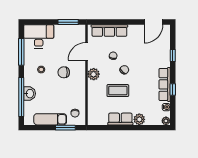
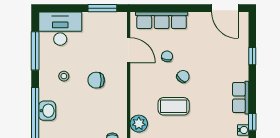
door: (153, 22) -> (225, 8), hinge flipped
door: (86, 51) -> (129, 50), swing flipped
plant: (94, 74) -> (139, 124), moved
row of seats: (165, 84) -> (241, 98), width x0.68
window: (173, 90) -> (252, 122), moved

